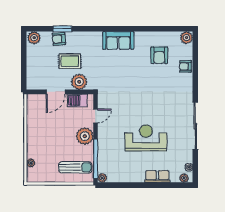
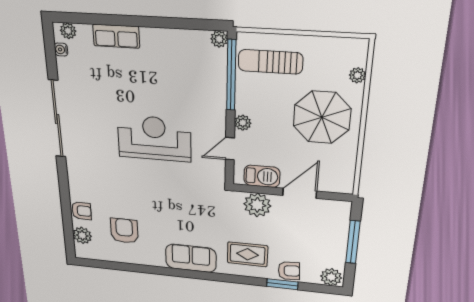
plant: (186, 38) -> (82, 235), moved
rug: (70, 61) -> (247, 254), moved
window: (24, 63) -> (353, 242), added
plant: (85, 136) -> (243, 123), width x0.53, depth x0.53
reception desk: (146, 138) -> (154, 138), moved, turned 180
parasol: (47, 139) -> (322, 117), added

